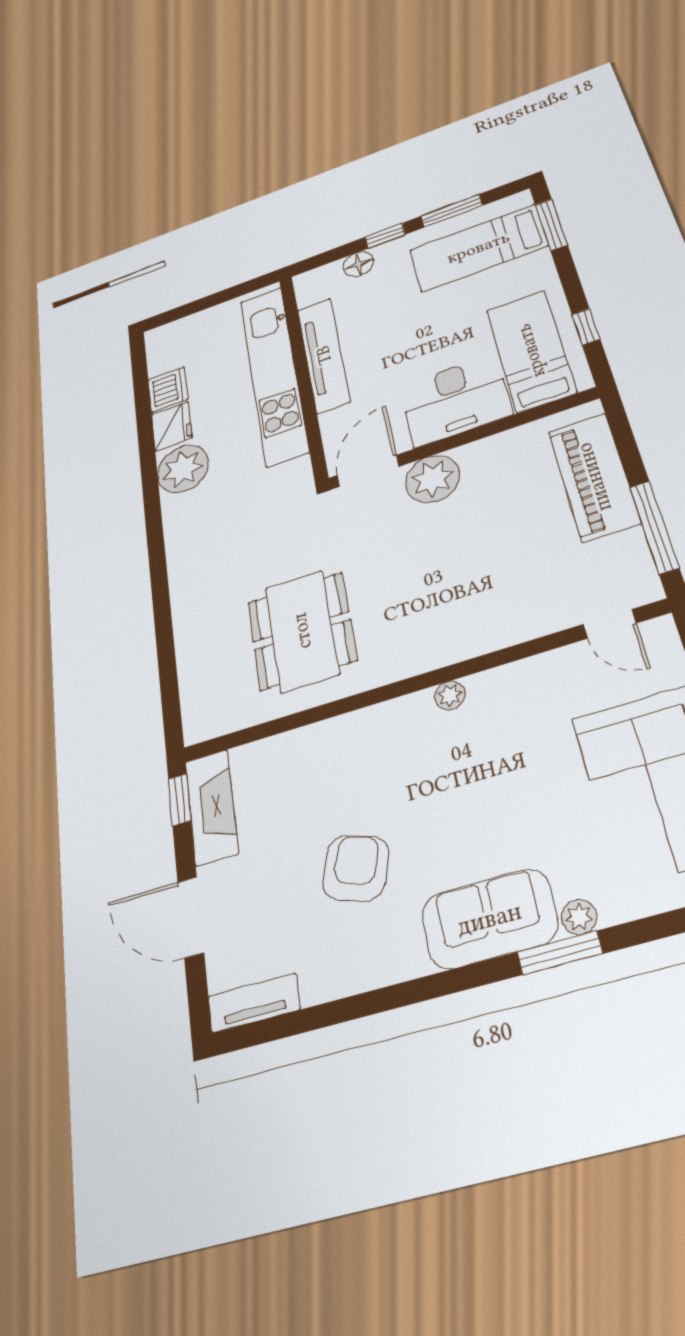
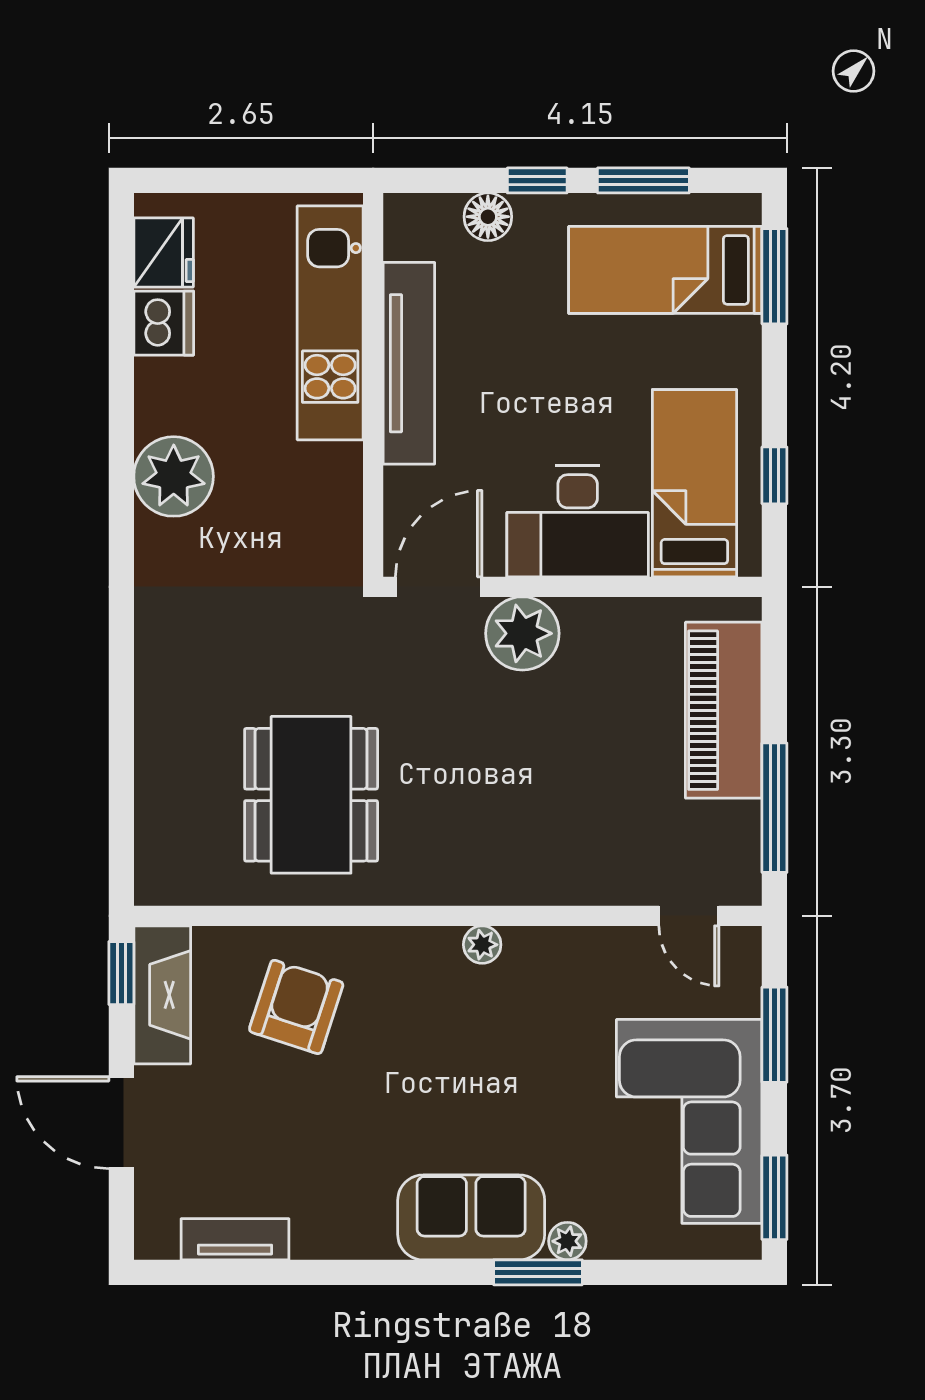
kitchen unit: (274, 374) -> (330, 323), width x0.73
fridge: (172, 426) -> (164, 253), moved
armchair: (356, 868) -> (296, 1007), moved
tv unit: (254, 1003) -> (235, 1239), moved

